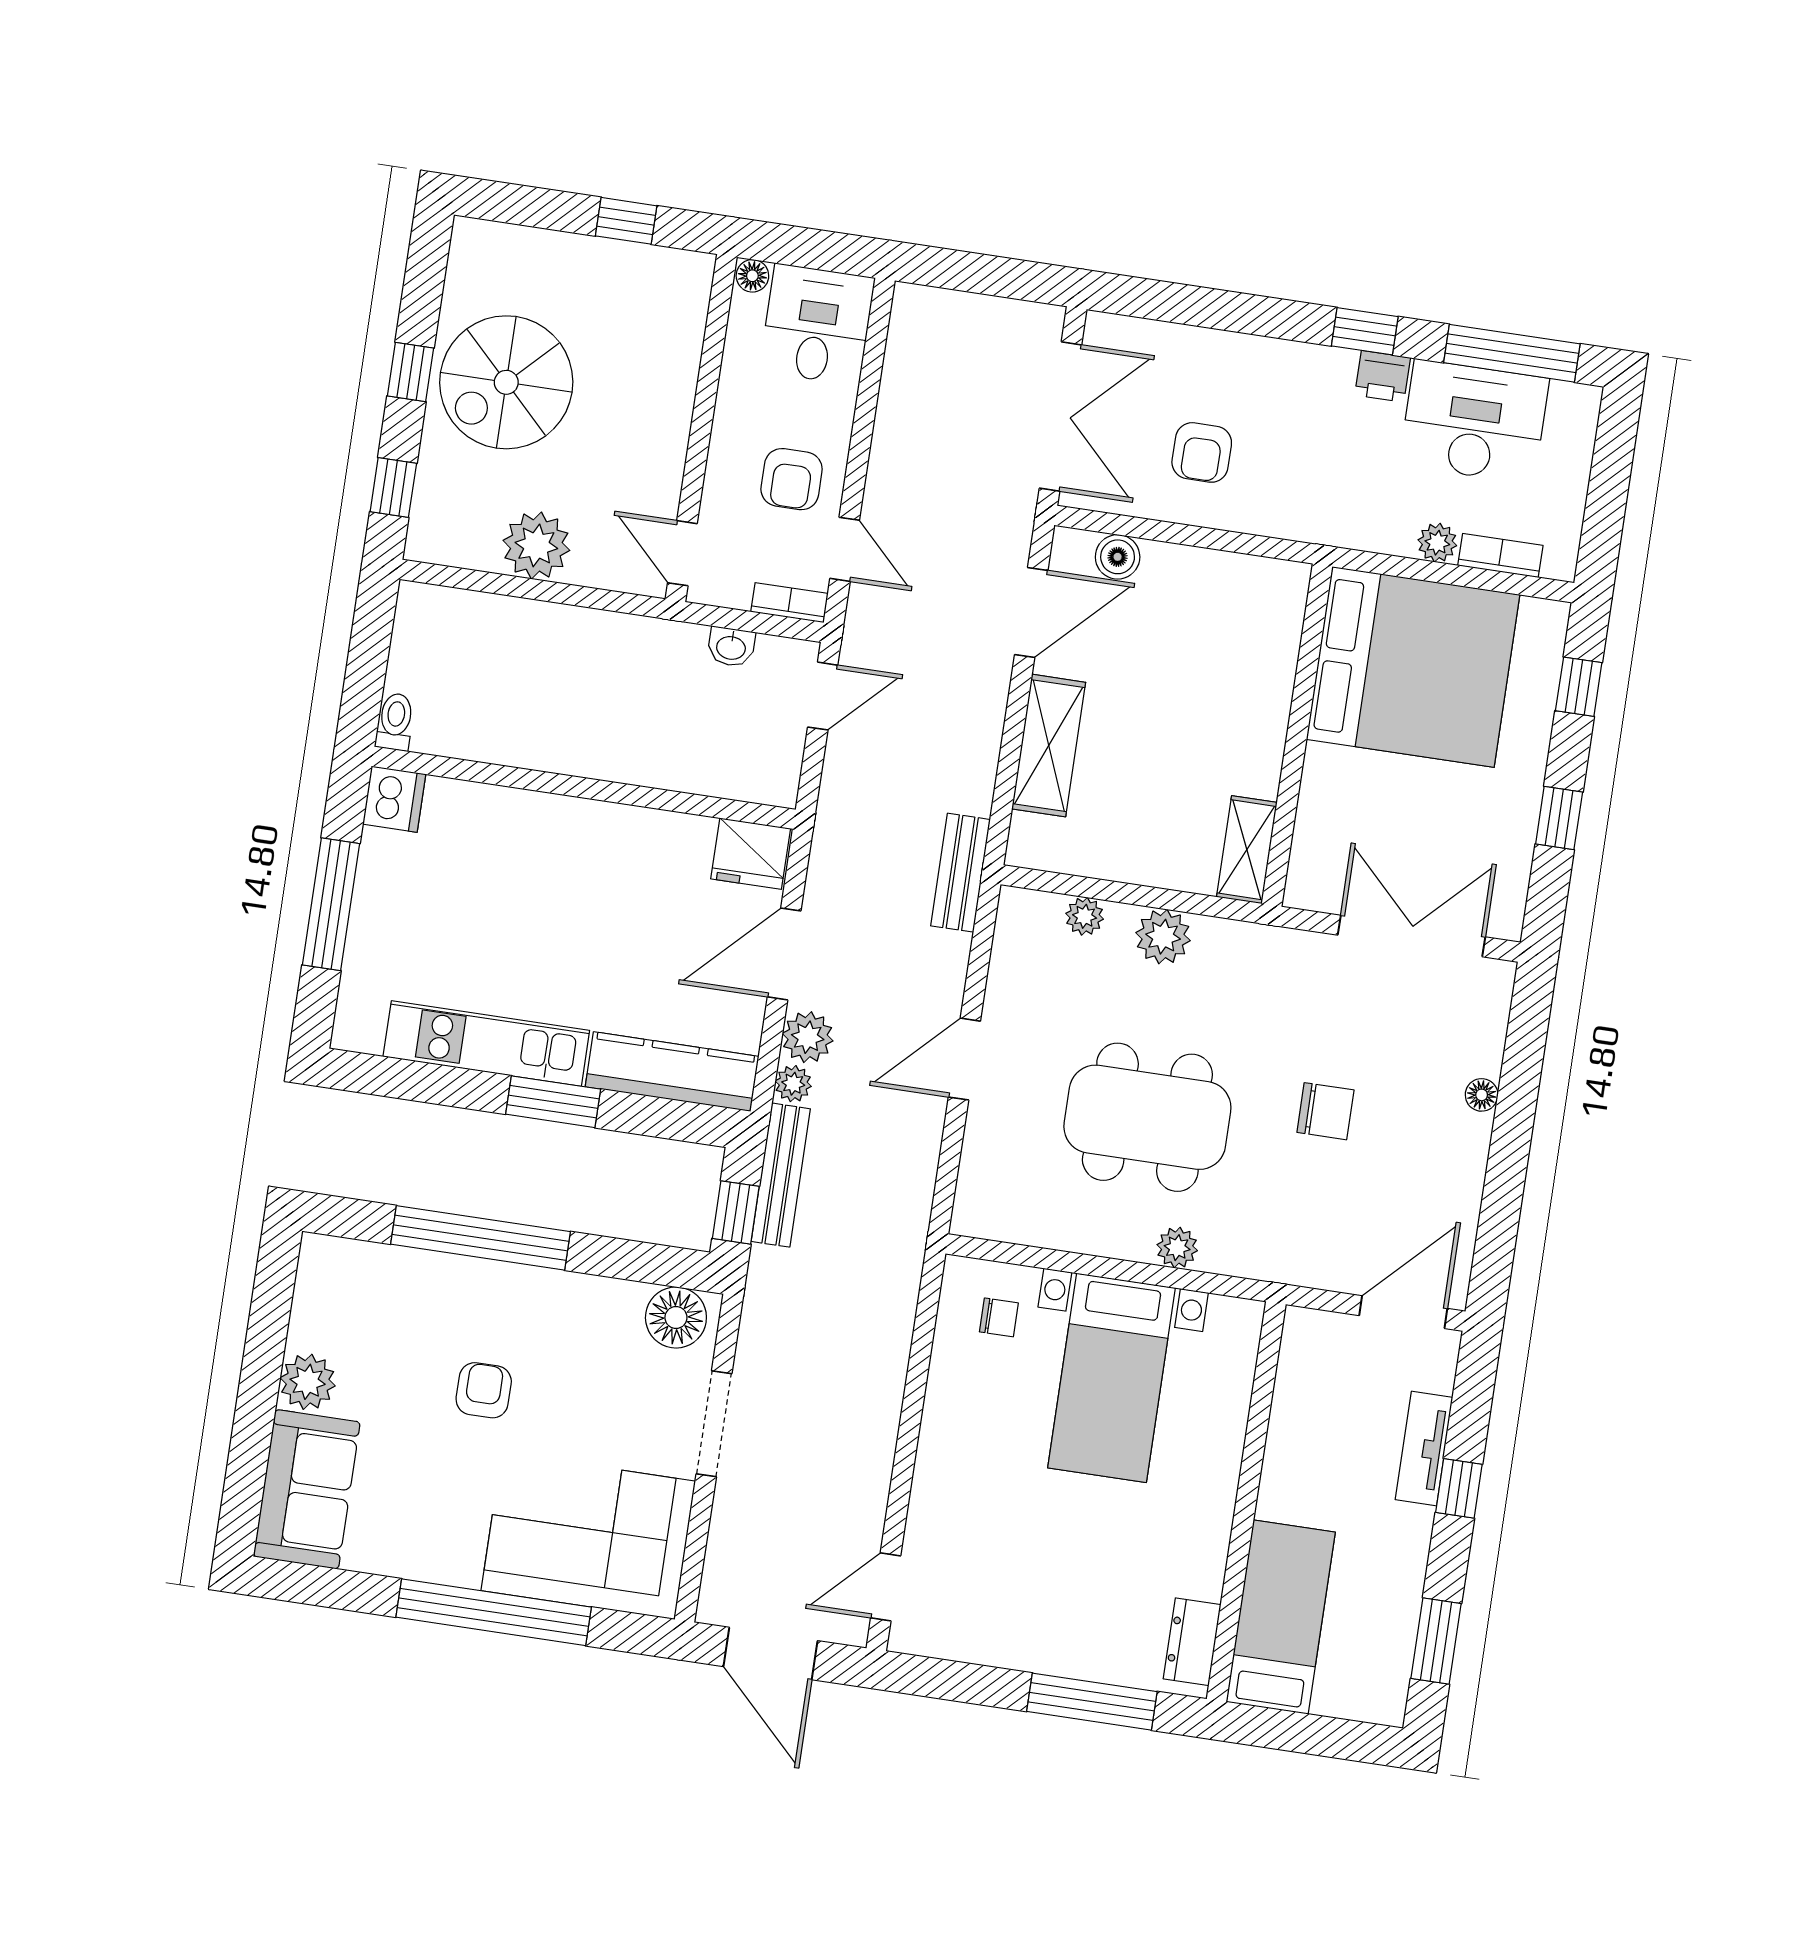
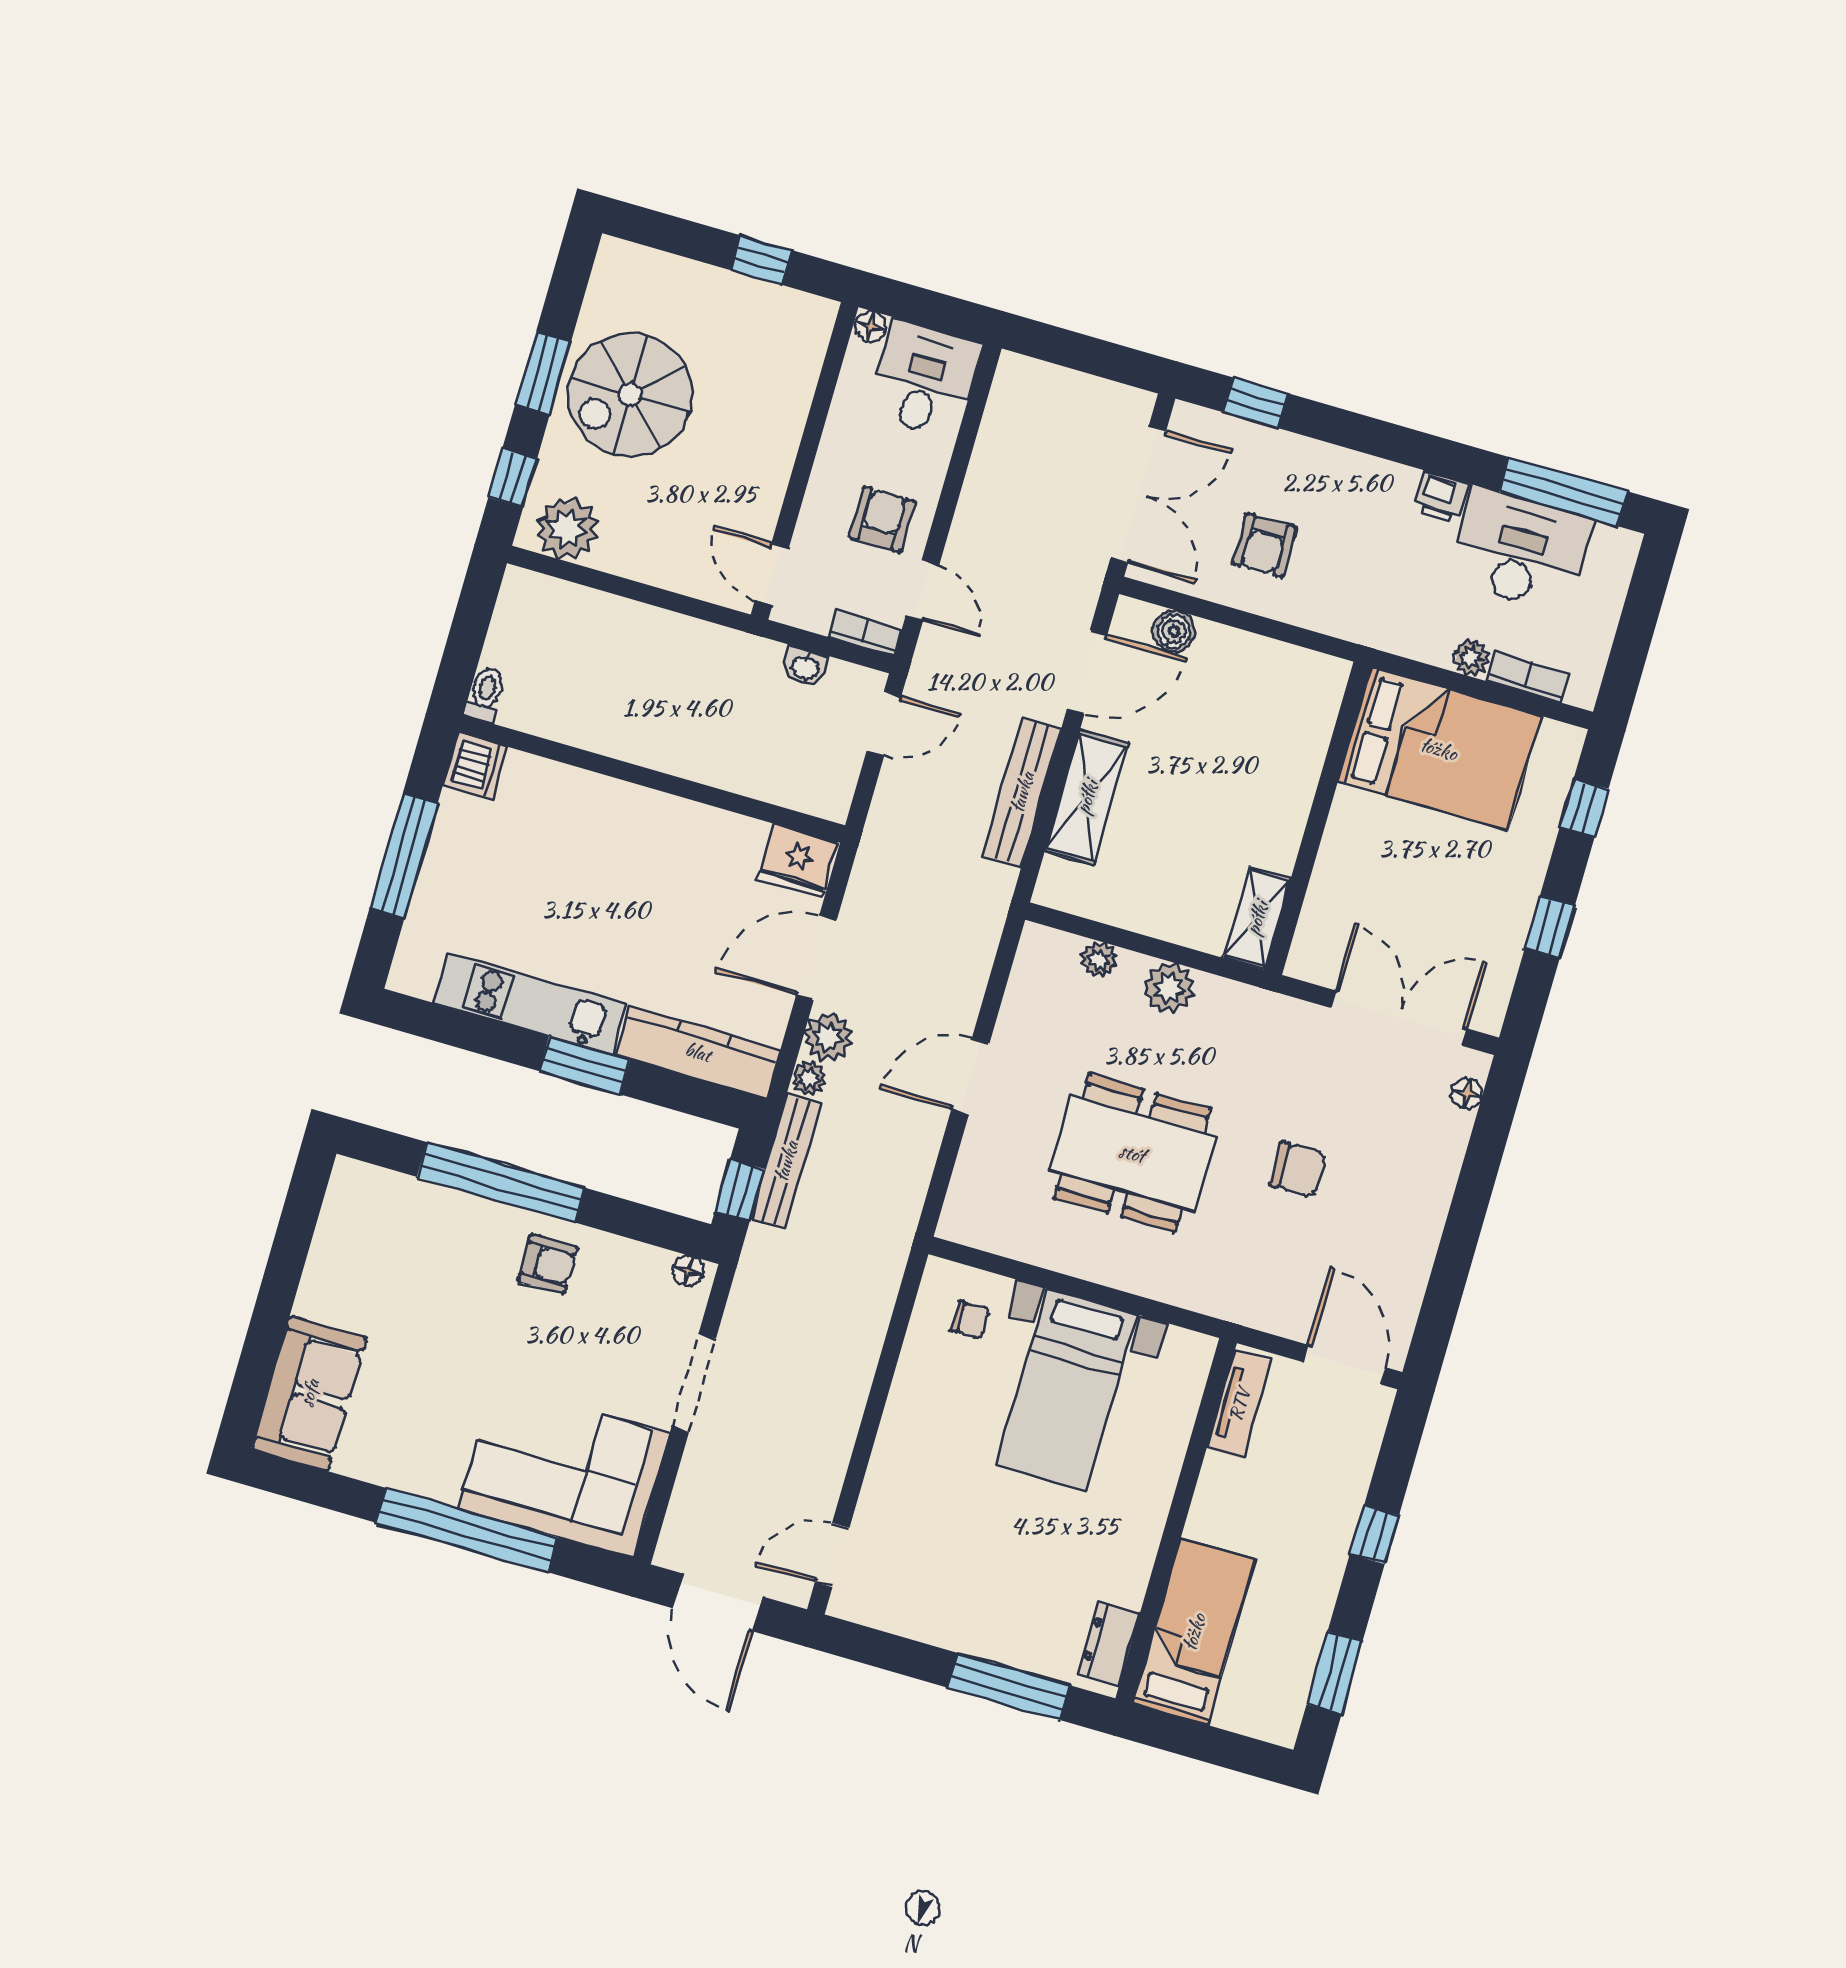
window: (1365, 331) -> (1256, 403), moved
window: (411, 372) -> (543, 373), width x1.50
armchair: (792, 479) -> (882, 519), turned 180
plant: (536, 545) -> (567, 529), moved
bed: (1413, 667) -> (1439, 749), width x0.73
bench: (961, 873) -> (1022, 792), moved, width x1.36
floor lamp: (1482, 1095) -> (1467, 1093), moved
plant: (1177, 1248) -> (1144, 1277), removed
door: (1403, 1312) -> (1345, 1365), hinge flipped
floor lamp: (676, 1317) -> (688, 1271), width x0.53, depth x0.53
plant: (308, 1382) -> (323, 1294), removed
armchair: (484, 1390) -> (548, 1264), moved, turned 90
tv unit: (1424, 1448) -> (1239, 1405), moved, turned 180

